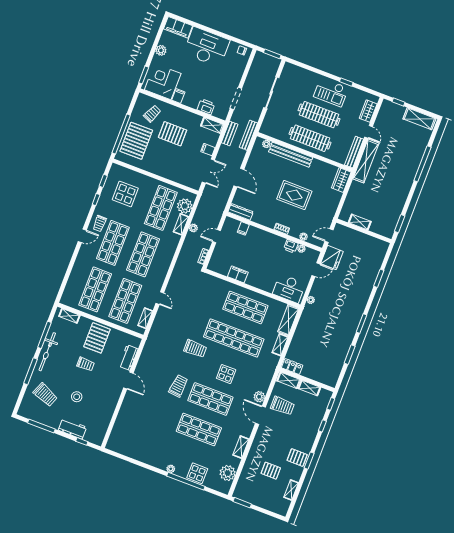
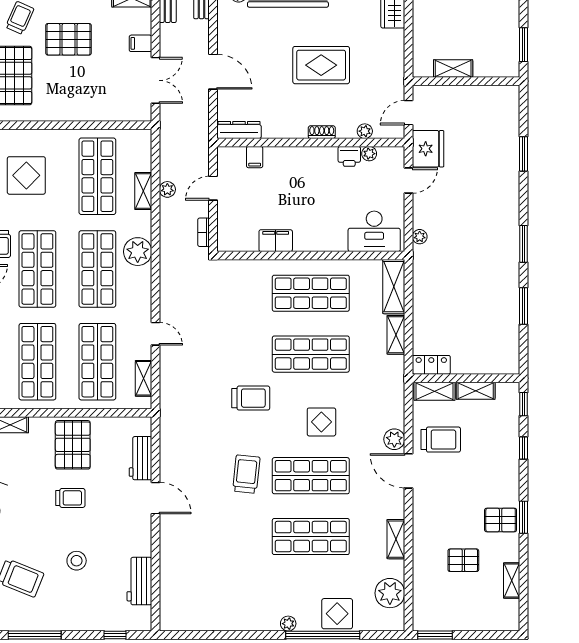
plant: (185, 206) -> (138, 252), moved
shop shelf: (234, 338) -> (311, 354), width x0.71
workbench: (72, 429) -> (139, 581), moved, turned -90

